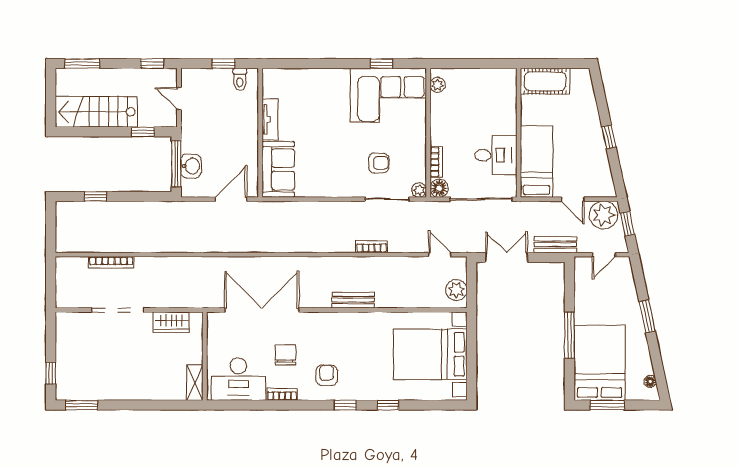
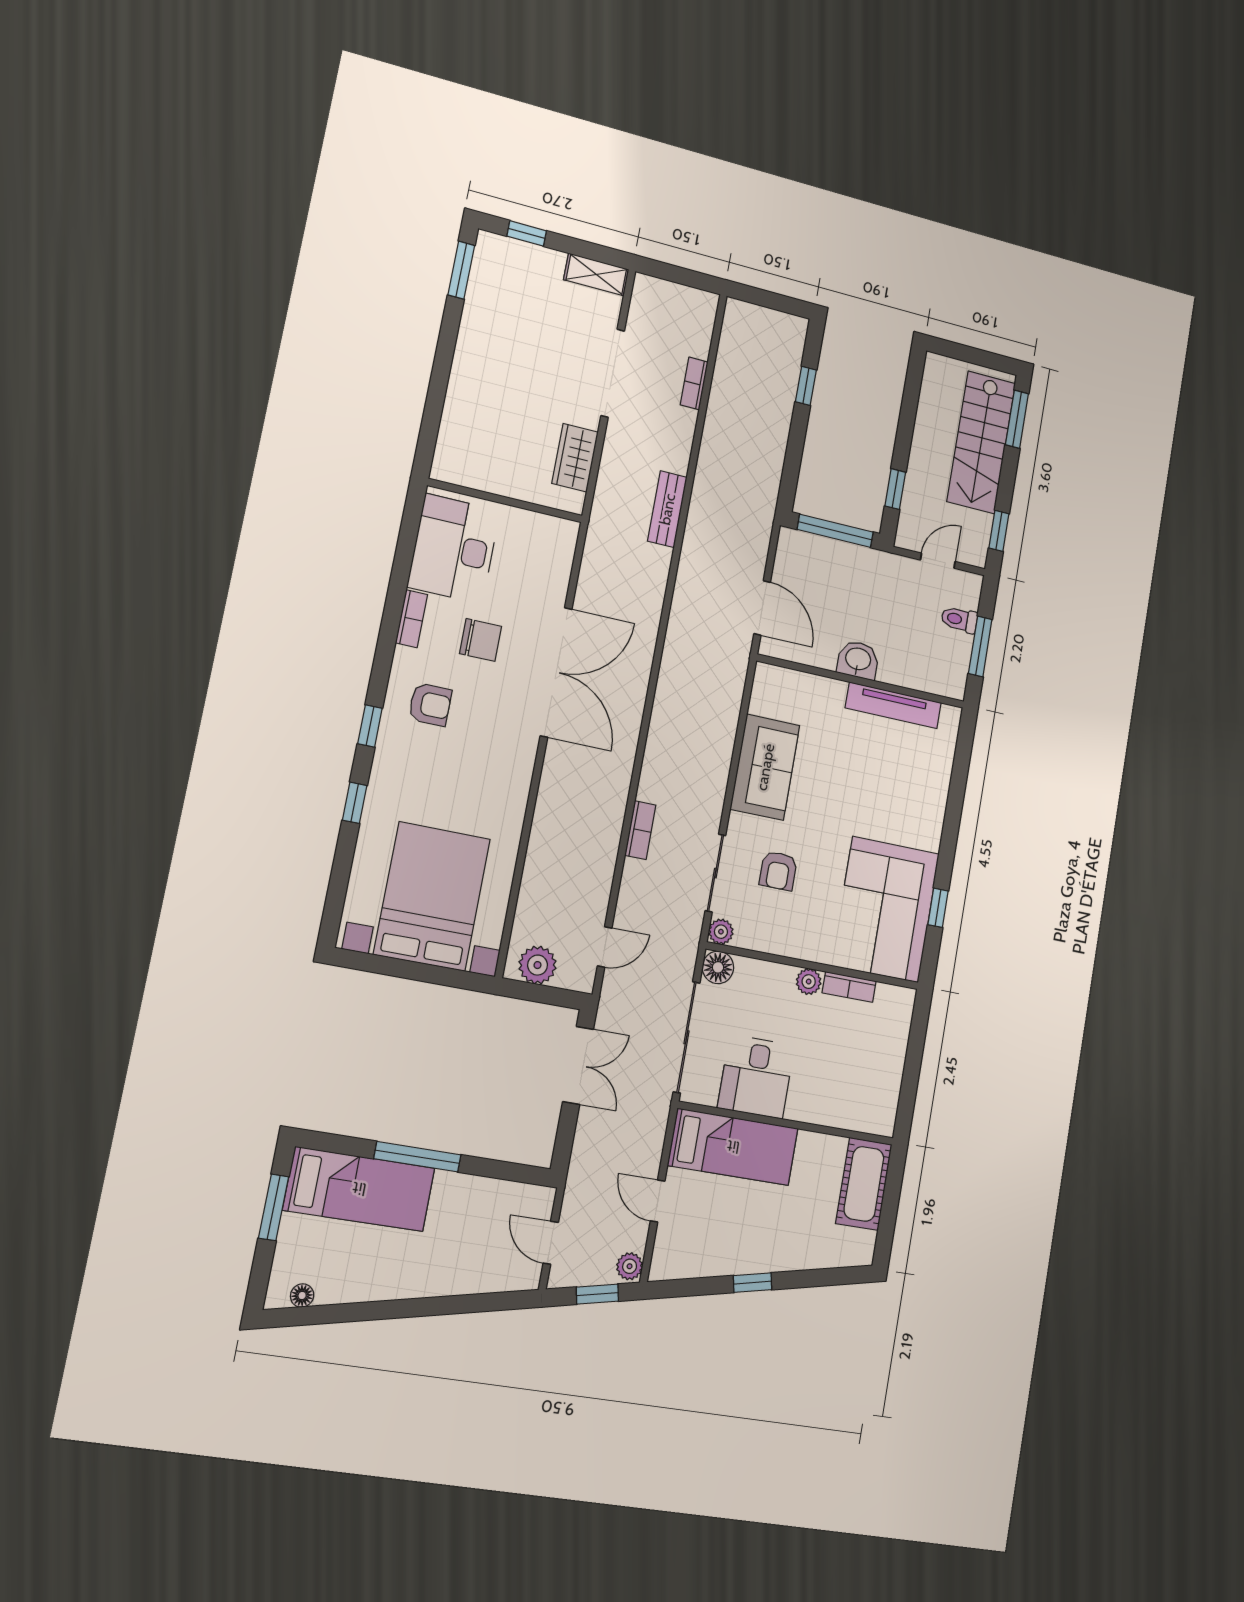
window: (224, 64) -> (980, 646), width x1.50
toilet: (240, 79) -> (959, 620), moved
plant: (438, 85) -> (809, 982), moved
stairs: (96, 112) -> (981, 442), moved, turned 180
tv unit: (270, 119) -> (893, 705), width x1.41
bookcase: (436, 162) -> (849, 987), moved
washbasin: (191, 166) -> (858, 660), moved, turned 180
sofa: (278, 169) -> (765, 767), moved, turned -90
door: (573, 199) -> (658, 1201), hinge flipped
plant: (604, 215) -> (630, 1266), width x0.53, depth x0.53
bench: (555, 245) -> (584, 1157), removed
bookcase: (111, 262) -> (694, 383), width x0.64
bench: (353, 300) -> (667, 509), moved
double door: (262, 310) -> (556, 672), moved
window: (647, 316) -> (424, 1307), removed
bed: (600, 363) -> (359, 1189), width x0.67
shelving: (195, 383) -> (596, 274), moved

